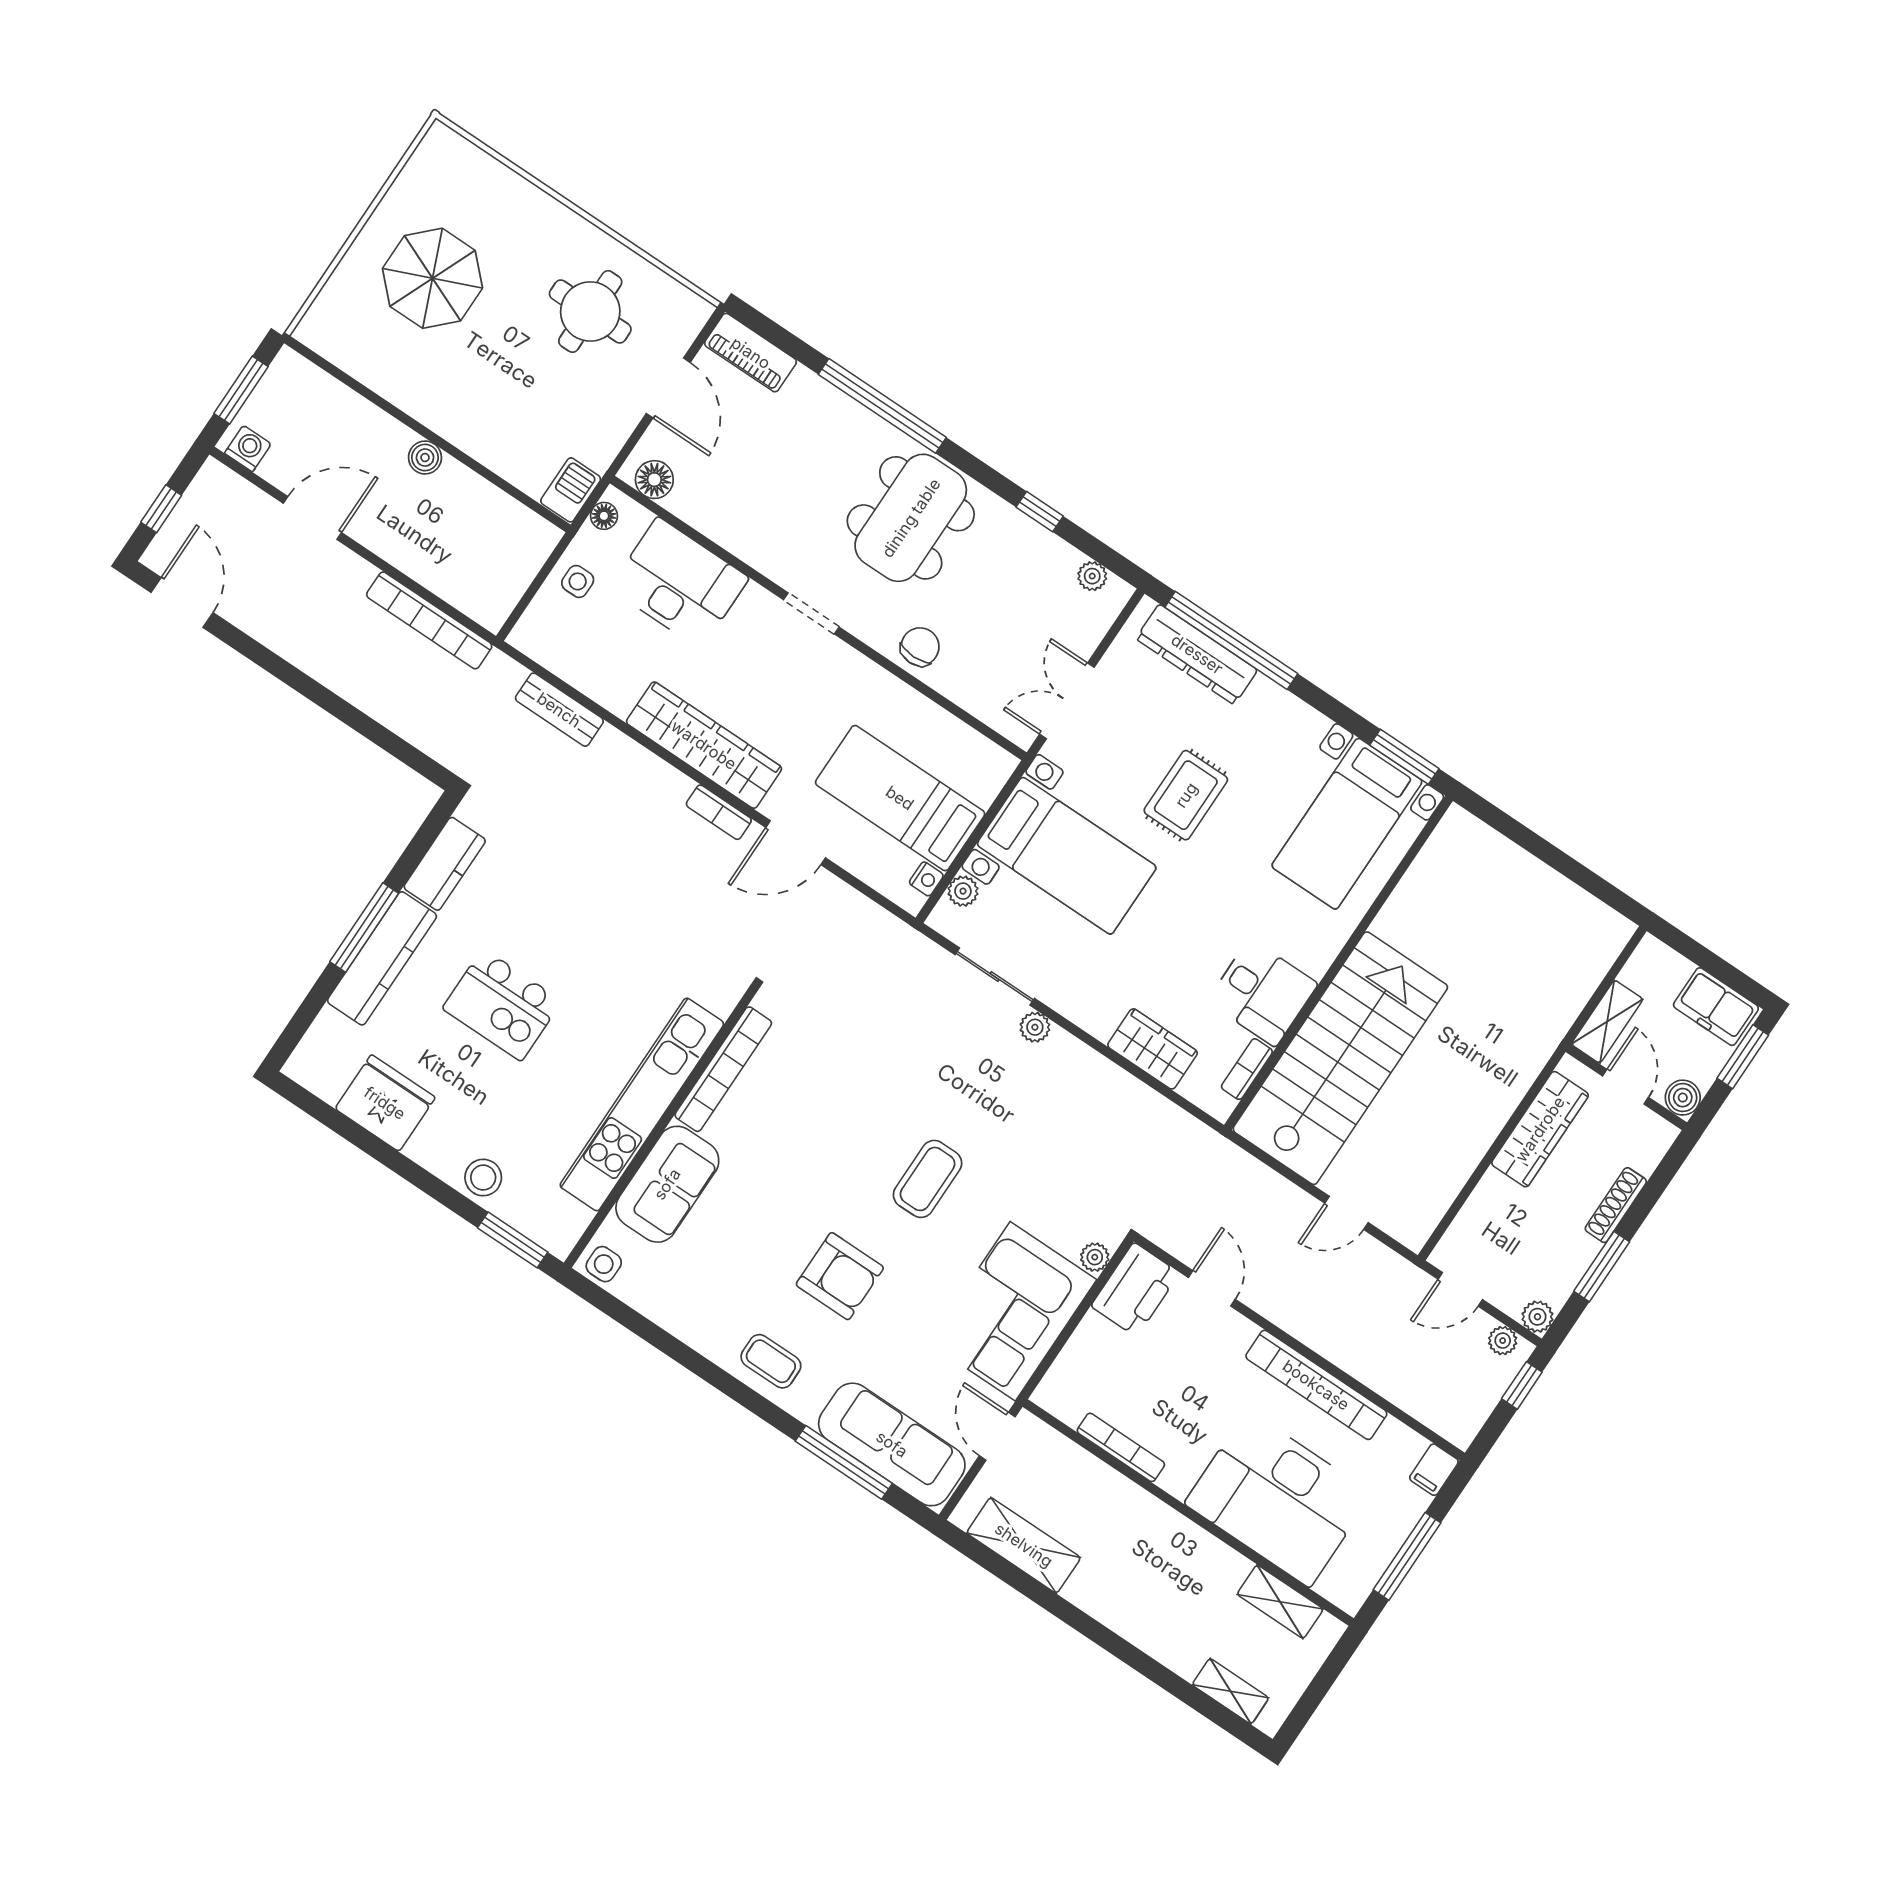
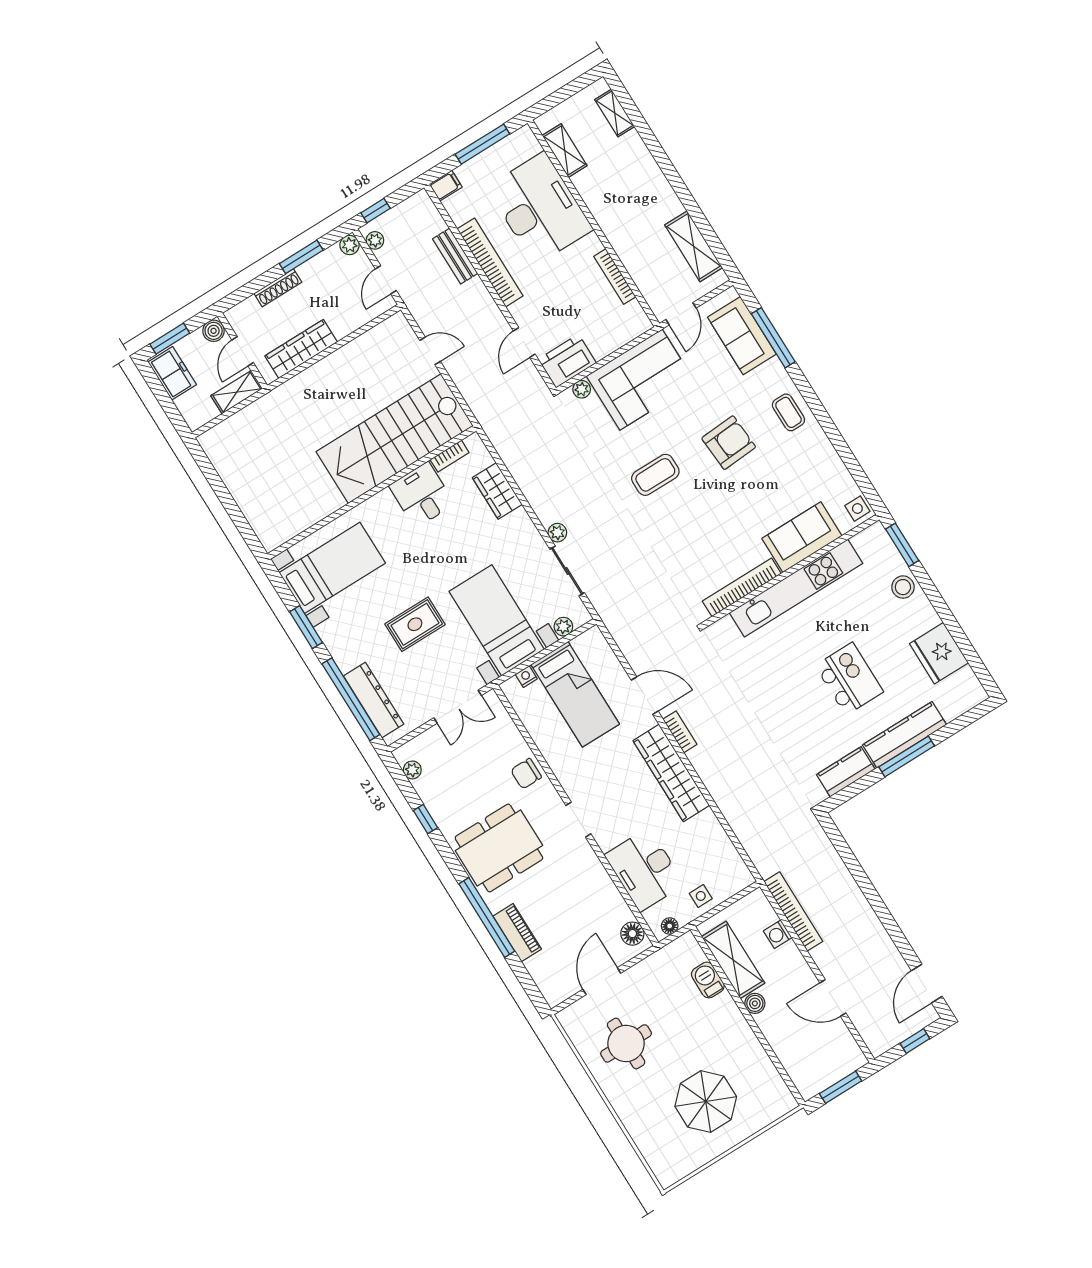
piano: (751, 353) -> (517, 933), moved
washing machine: (248, 449) -> (778, 934), moved
barbecue: (571, 490) -> (708, 980), moved, turned 90
shelving: (487, 508) -> (733, 960), added
bench: (559, 710) -> (455, 256), moved
window: (1404, 757) -> (306, 627), moved
nightstand: (926, 879) -> (526, 677), moved
armchair: (840, 1276) -> (729, 443), turned 86
door: (1460, 1289) -> (386, 280), swing flipped
sofa: (892, 1444) -> (742, 336), width x0.73

